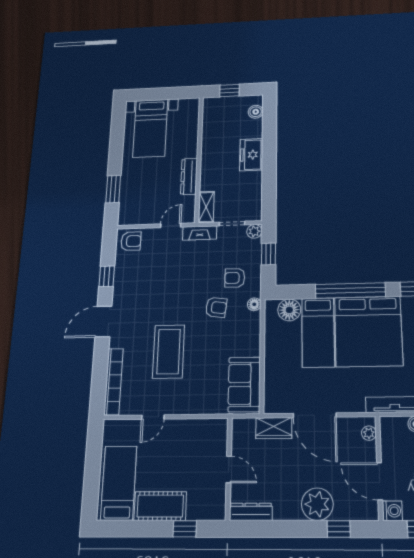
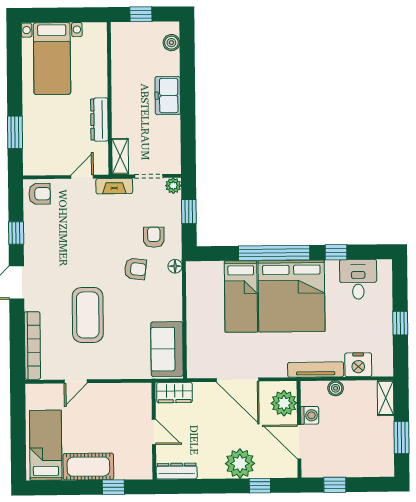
armchair: (235, 278) -> (154, 237), turned 90
floor lamp: (289, 310) -> (211, 273), removed
wardrobe: (274, 428) -> (174, 393), moved
plant: (369, 433) -> (284, 403), width x1.87, depth x1.87
washing machine: (392, 511) -> (310, 415), moved

